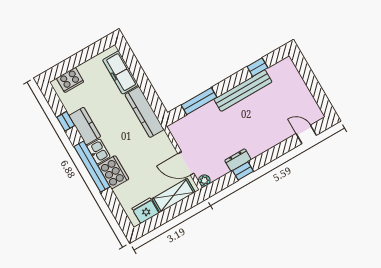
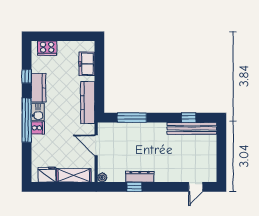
freezer: (121, 73) -> (87, 64), width x0.71
bench: (243, 91) -> (192, 128), moved
door: (306, 134) -> (196, 187), swing flipped
dresser: (238, 160) -> (140, 177), width x1.44
door: (186, 164) -> (96, 145), moved
cooker: (113, 172) -> (38, 128), width x0.53, depth x0.76

